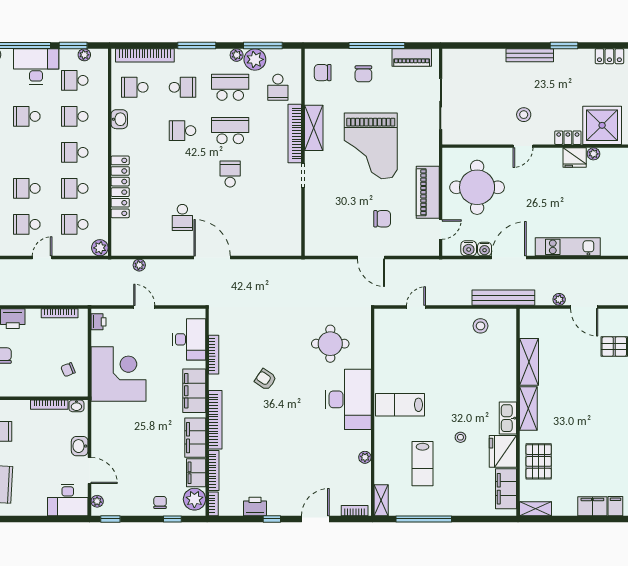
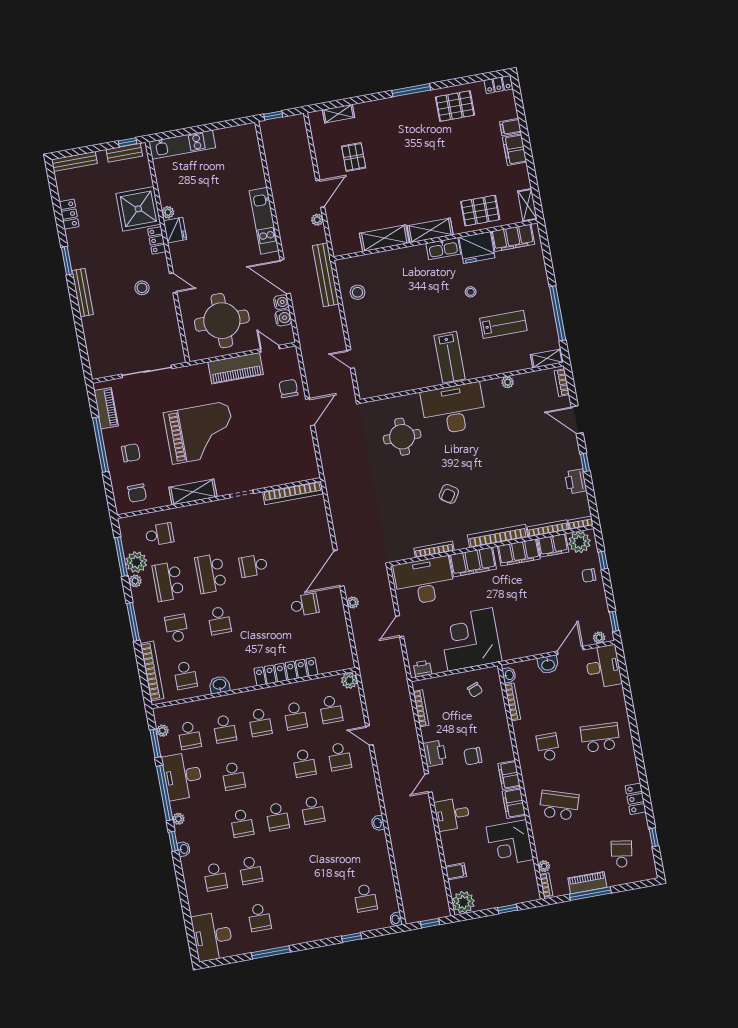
bookcase: (295, 133) -> (293, 493), moved
chair: (382, 219) -> (288, 389), moved
plant: (139, 265) -> (353, 602), moved
desk: (189, 339) -> (424, 581), width x1.36, depth x1.30

